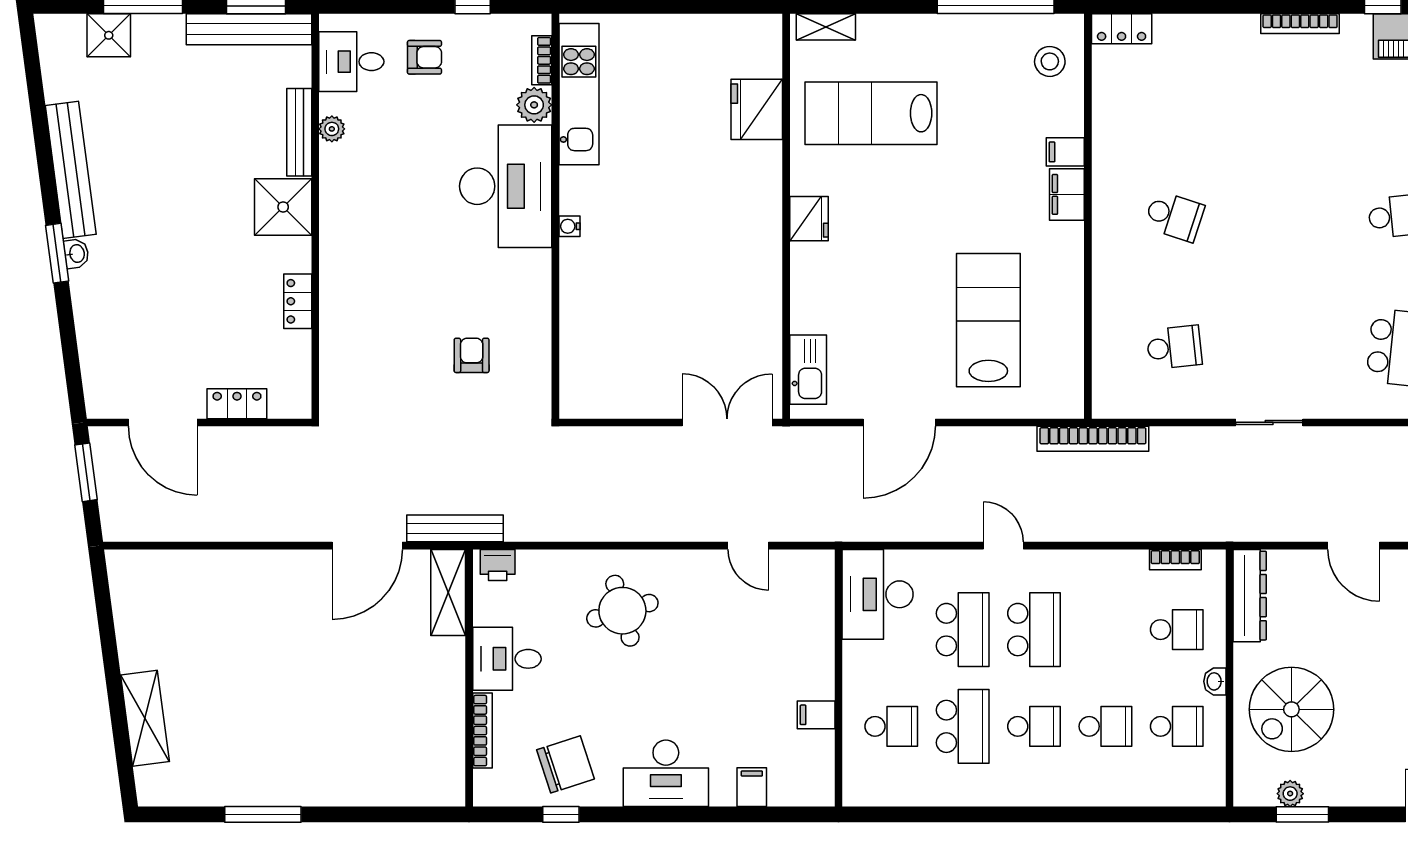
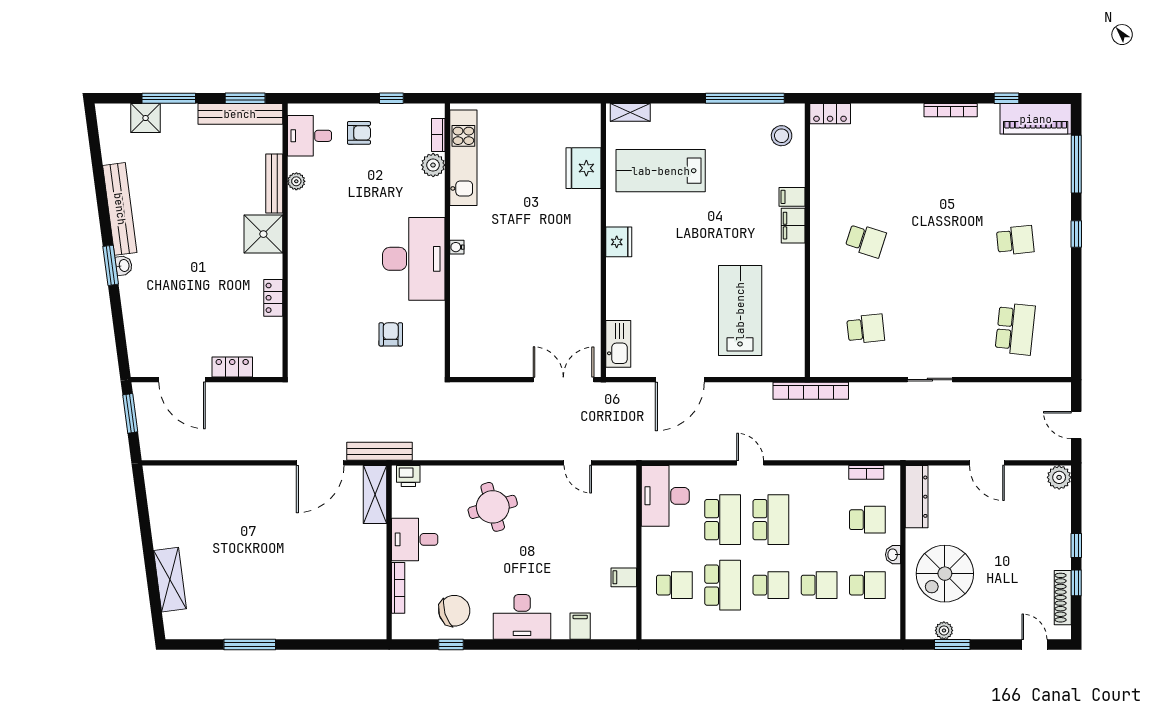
desk: (506, 186) -> (414, 259), moved

